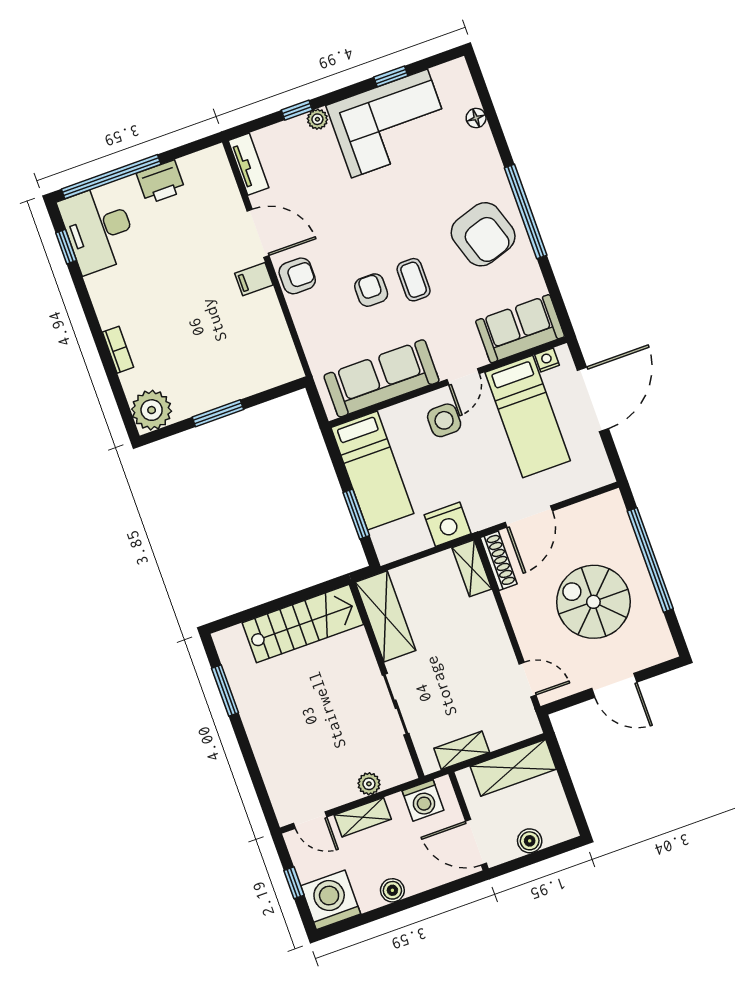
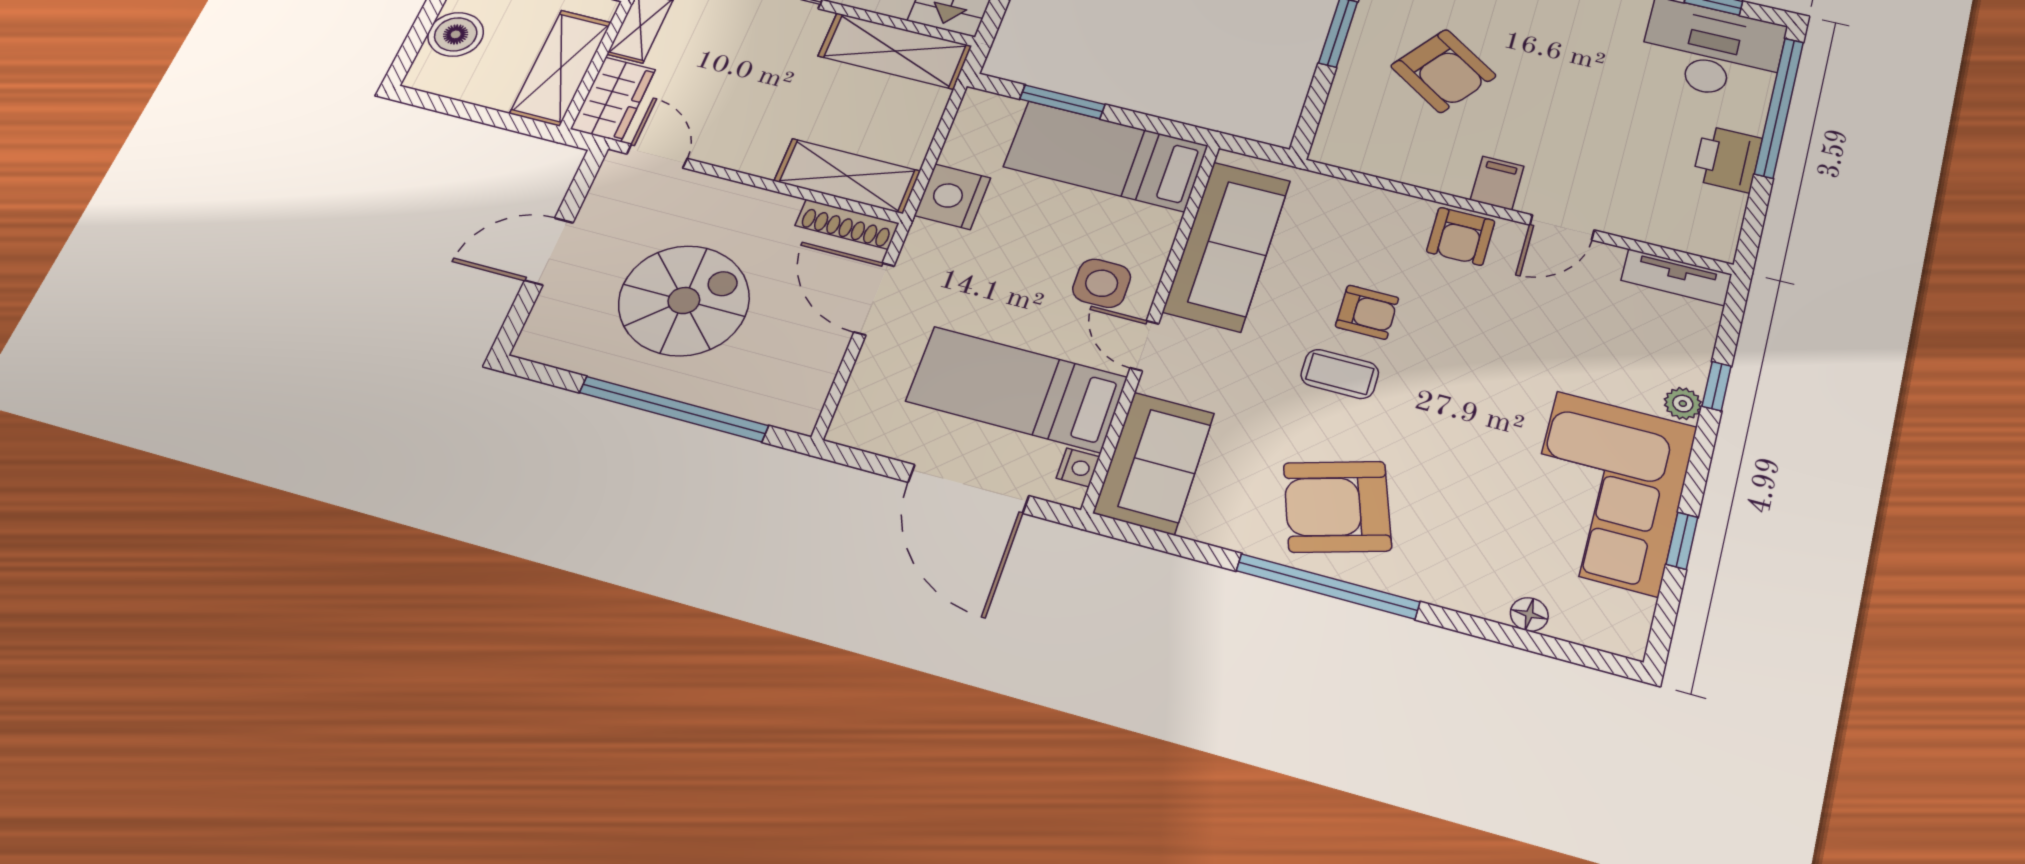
door: (258, 233) -> (1562, 227), width x0.73
armchair: (205, 348) -> (1443, 71), added
shelving: (472, 568) -> (847, 176), width x1.50, depth x1.33
door: (528, 680) -> (657, 156), swing flipped
wardrobe: (512, 728) -> (613, 99), added
boiler: (530, 841) -> (456, 34), width x1.36, depth x1.36

